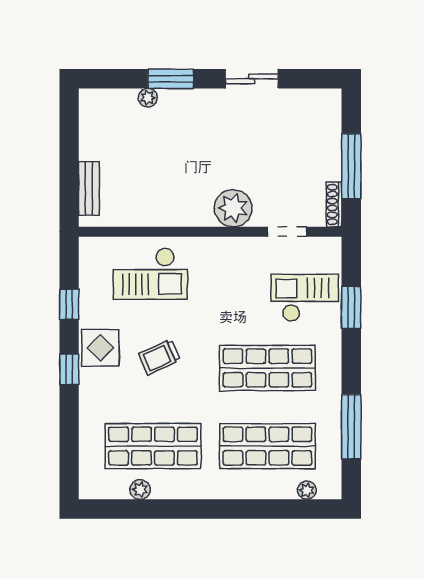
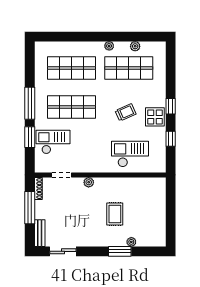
sliding door: (252, 79) -> (63, 251), moved
rug: (181, 153) -> (115, 214), added
bench: (89, 189) -> (40, 233), moved
plant: (233, 208) -> (89, 182), width x0.53, depth x0.53
checkout: (305, 298) -> (53, 142), turned 180
window: (351, 427) -> (30, 103), moved
plant: (307, 490) -> (109, 46), moved

